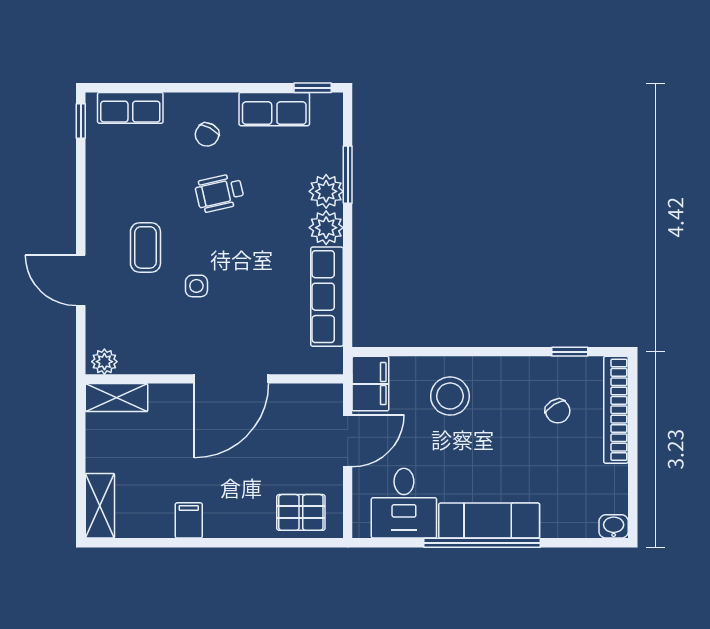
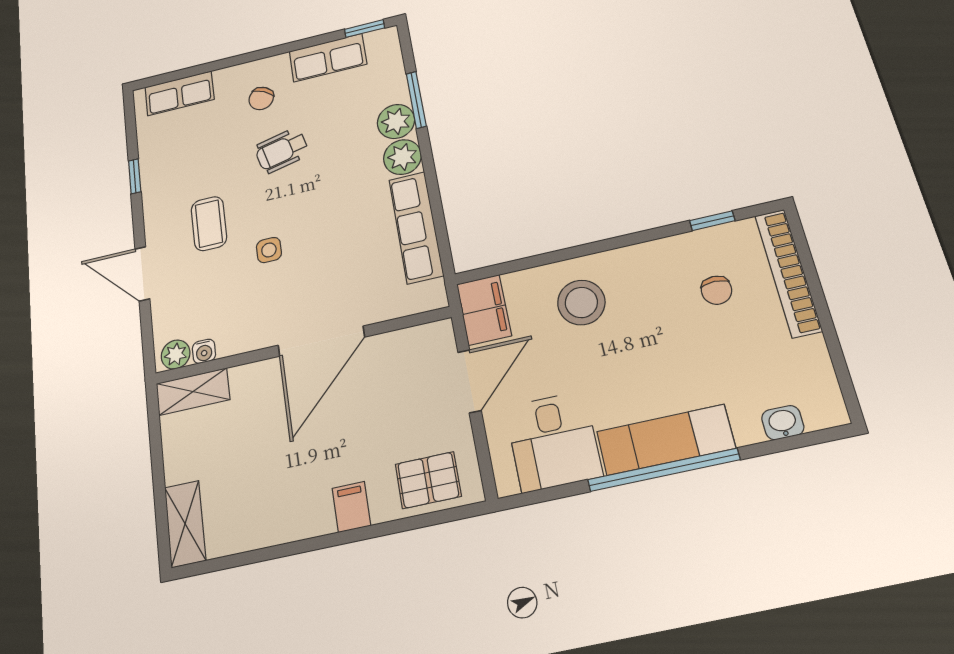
window: (81, 121) -> (135, 176), moved
water cooler: (129, 365) -> (204, 351), added
chair: (558, 411) -> (716, 290), turned 32
filing cabinet: (189, 520) -> (351, 507), moved
washbasin: (614, 526) -> (783, 423), moved

